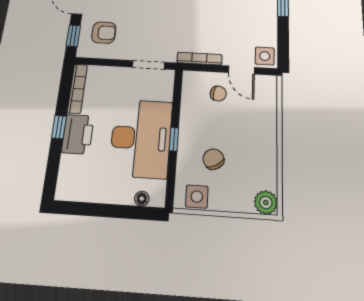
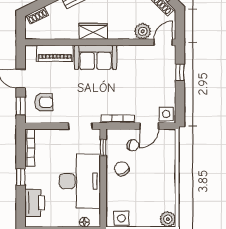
door: (241, 70) -> (149, 126), hinge flipped
printer: (78, 134) -> (35, 203), moved
window: (174, 139) -> (103, 147), moved
chair: (213, 159) -> (122, 169), moved

